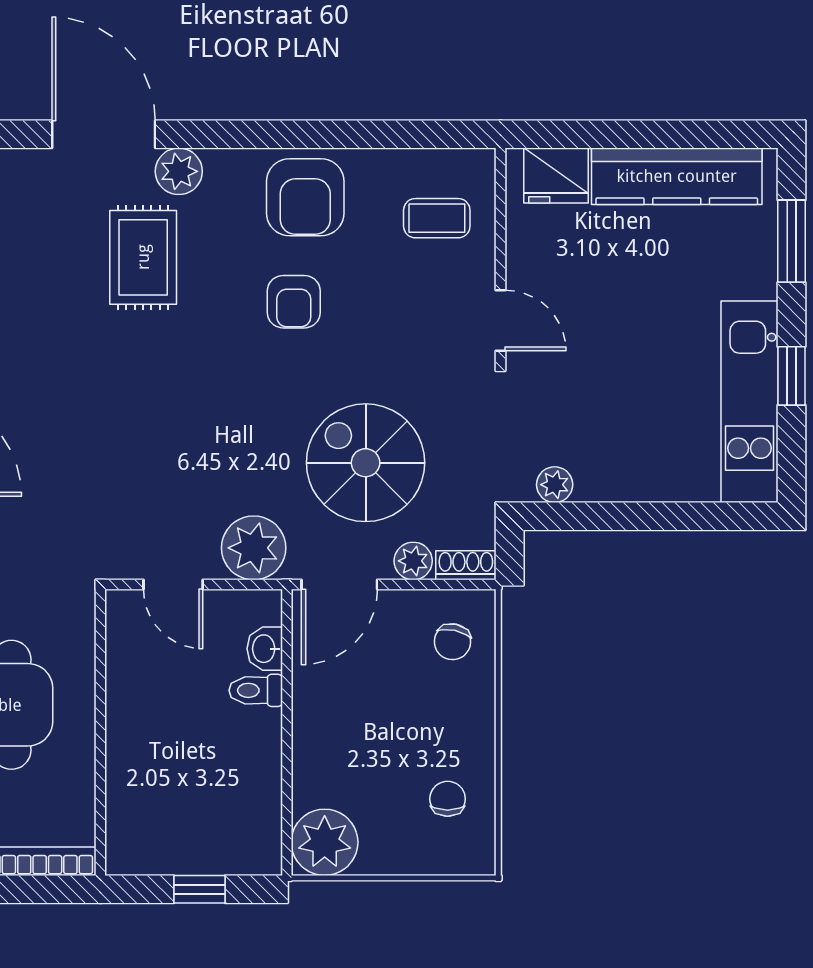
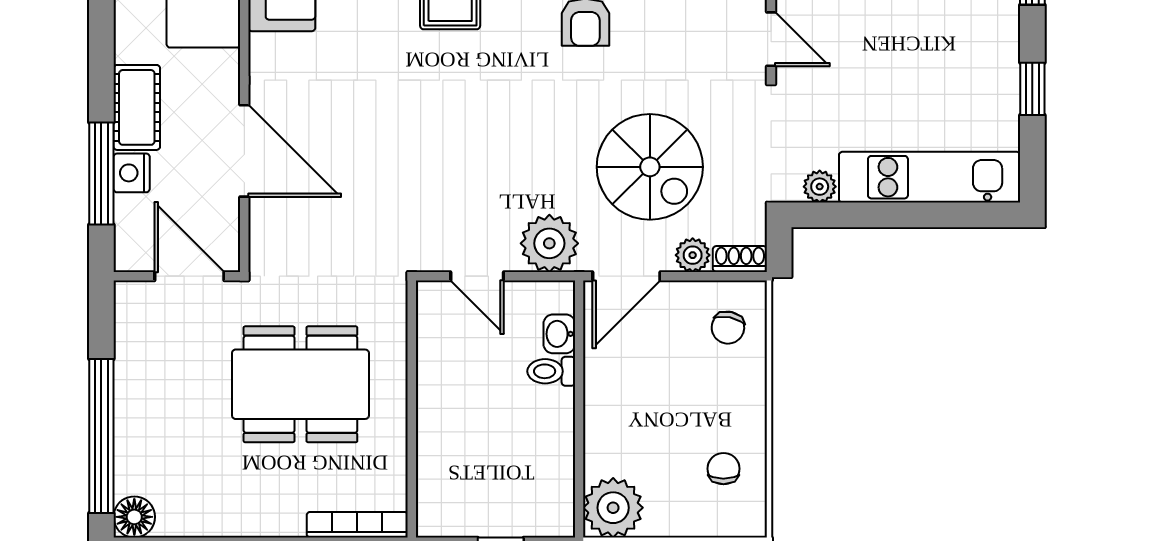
kitchen unit: (750, 402) -> (930, 177), moved, turned 90
spiral stairs: (366, 463) -> (650, 167), turned 180

